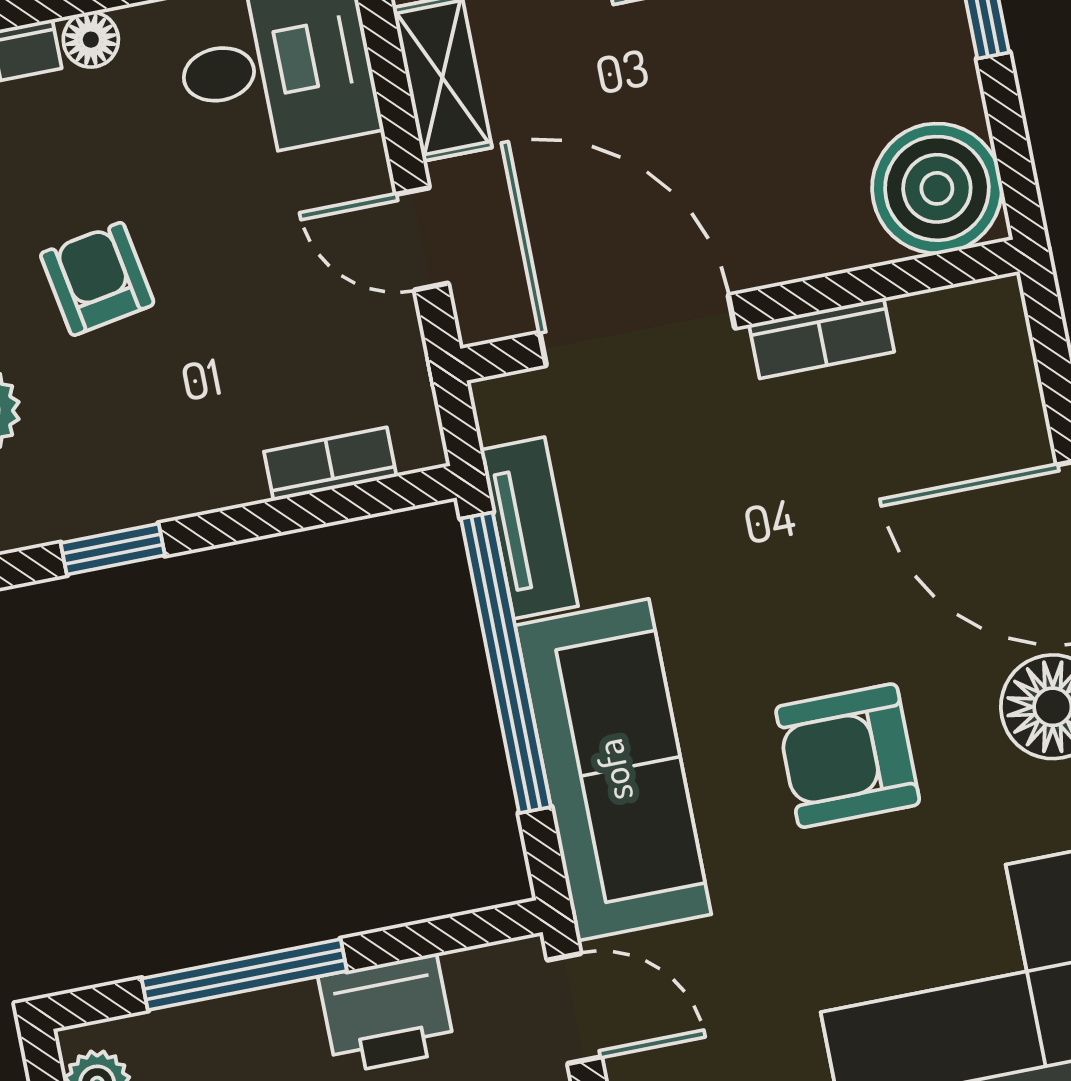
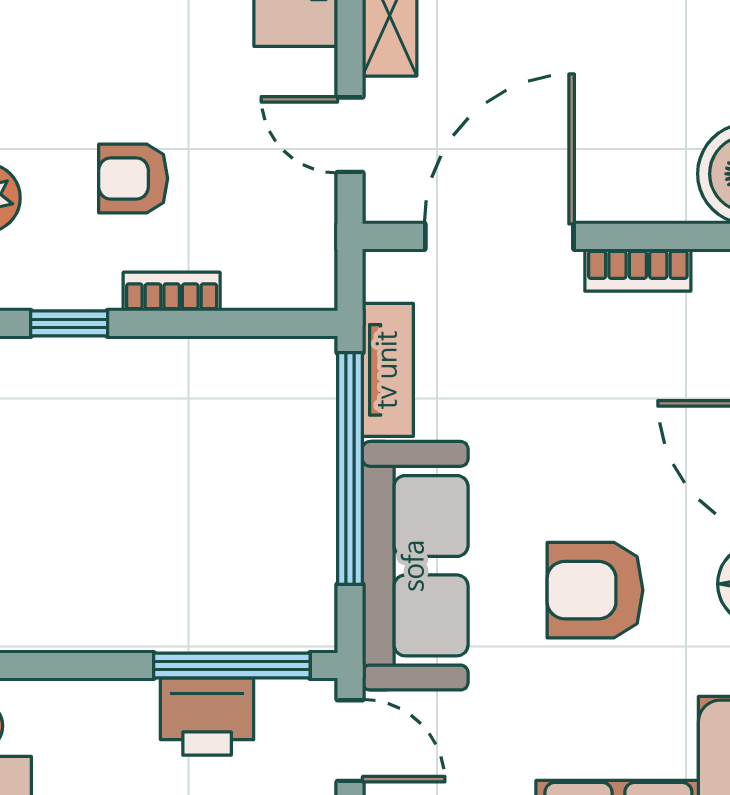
armchair: (97, 279) -> (133, 178), moved, turned -80
door: (637, 330) -> (499, 236), hinge flipped
bookcase: (330, 464) -> (172, 292), moved
window: (244, 975) -> (232, 666), moved

